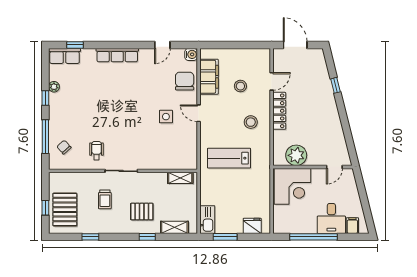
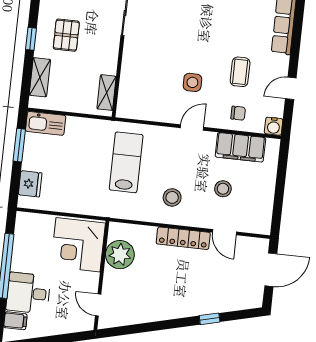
door: (162, 45) -> (291, 88), hinge flipped
chair: (185, 81) -> (238, 113), width x0.54, depth x0.54
coffee table: (154, 83) -> (240, 72), added

